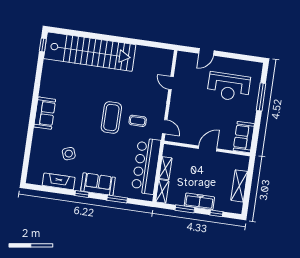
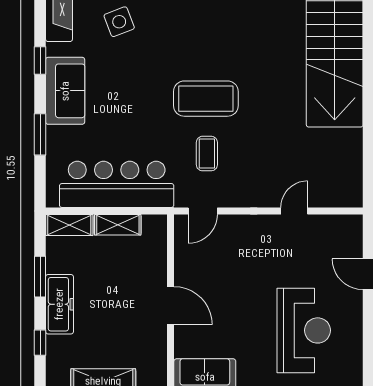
reception desk: (229, 87) -> (304, 330), turned 180

